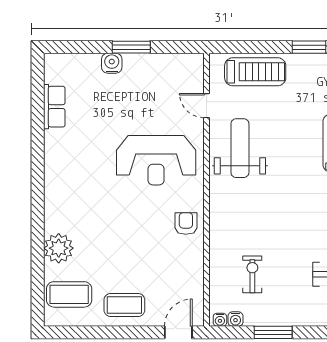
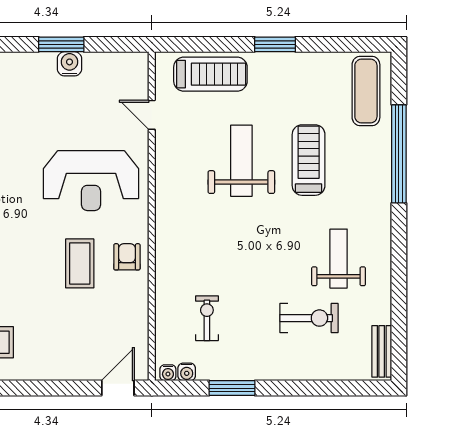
water cooler: (112, 63) -> (70, 64), moved
weight bench: (240, 148) -> (241, 161), moved
coffee table: (124, 305) -> (80, 263), moved, turned 90

